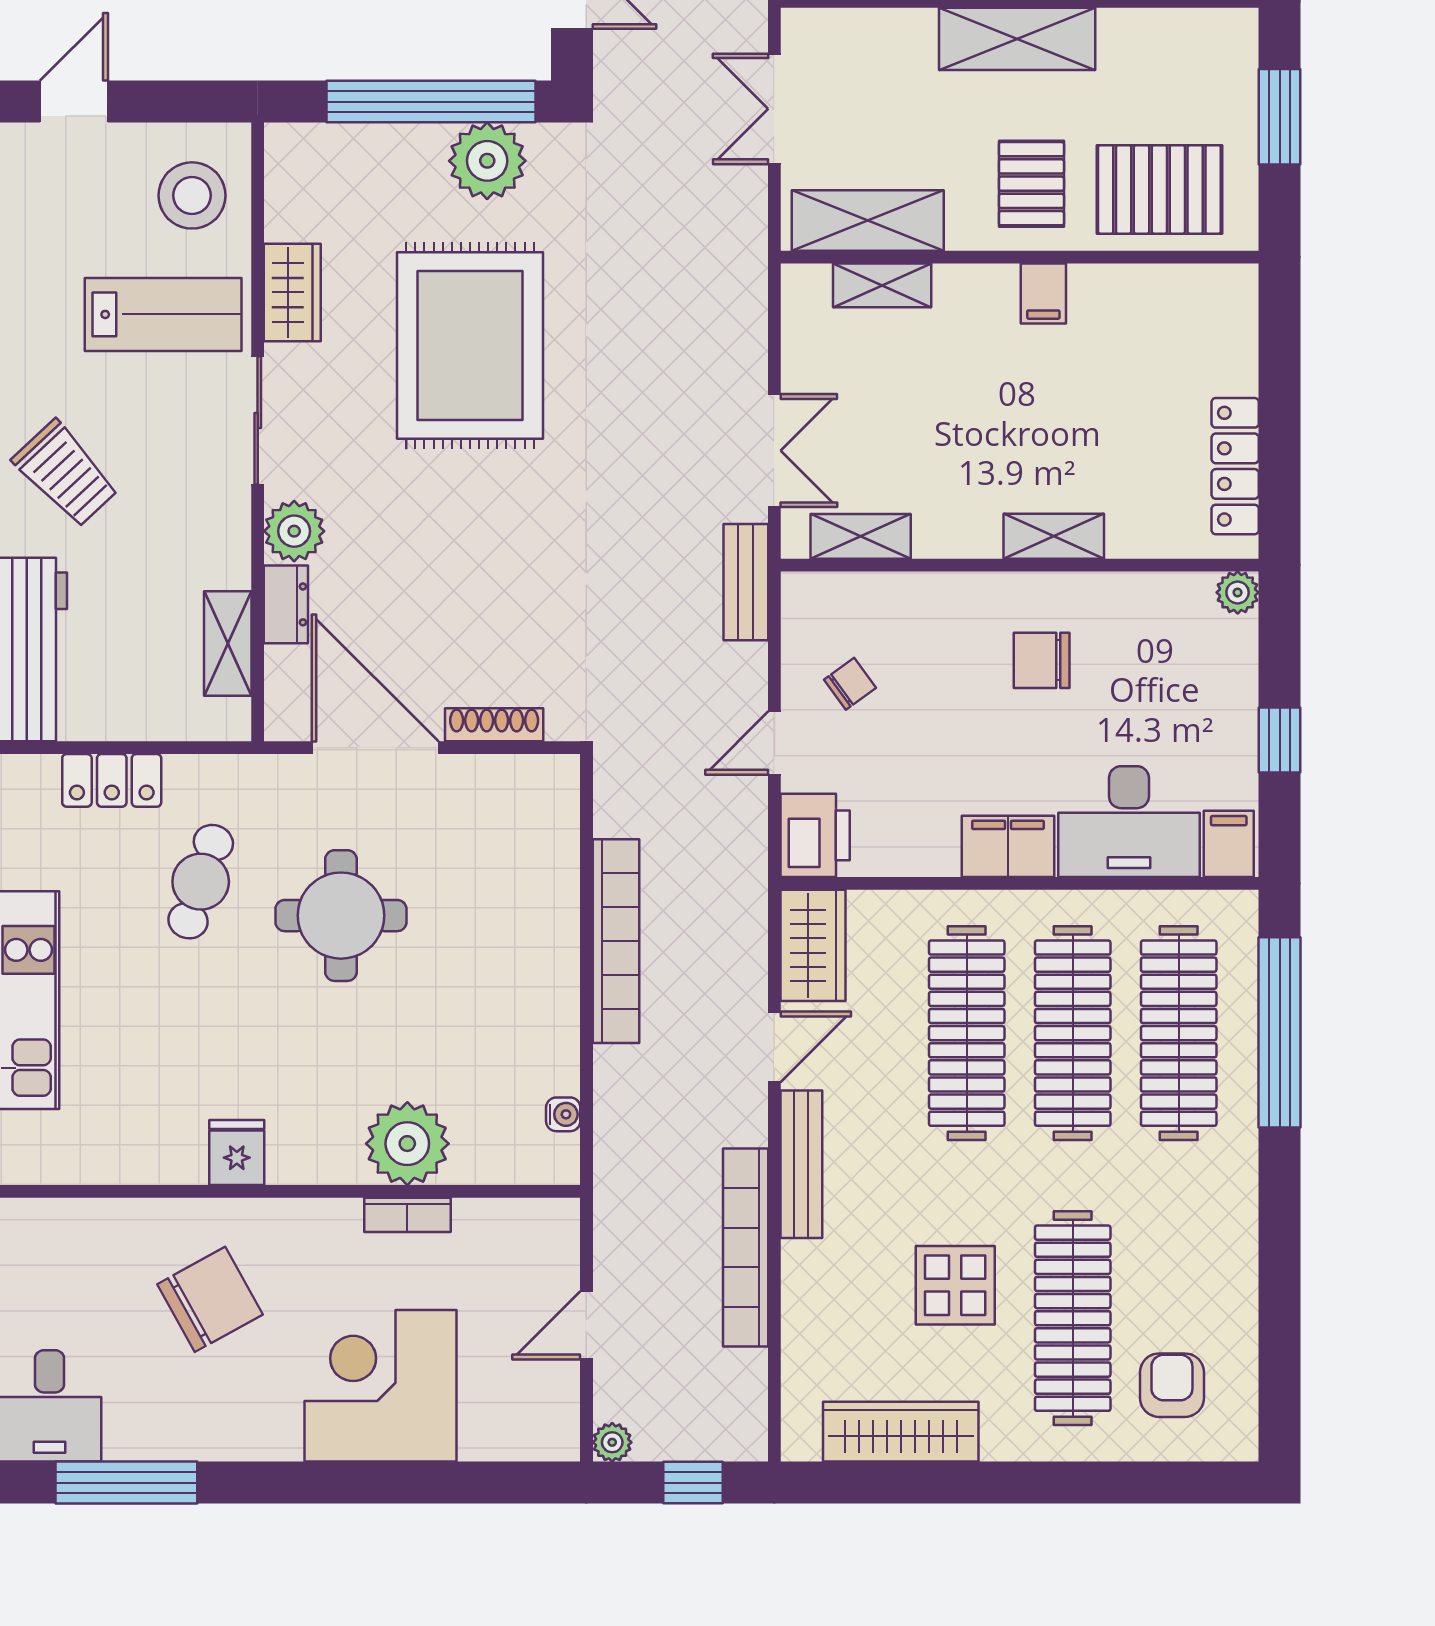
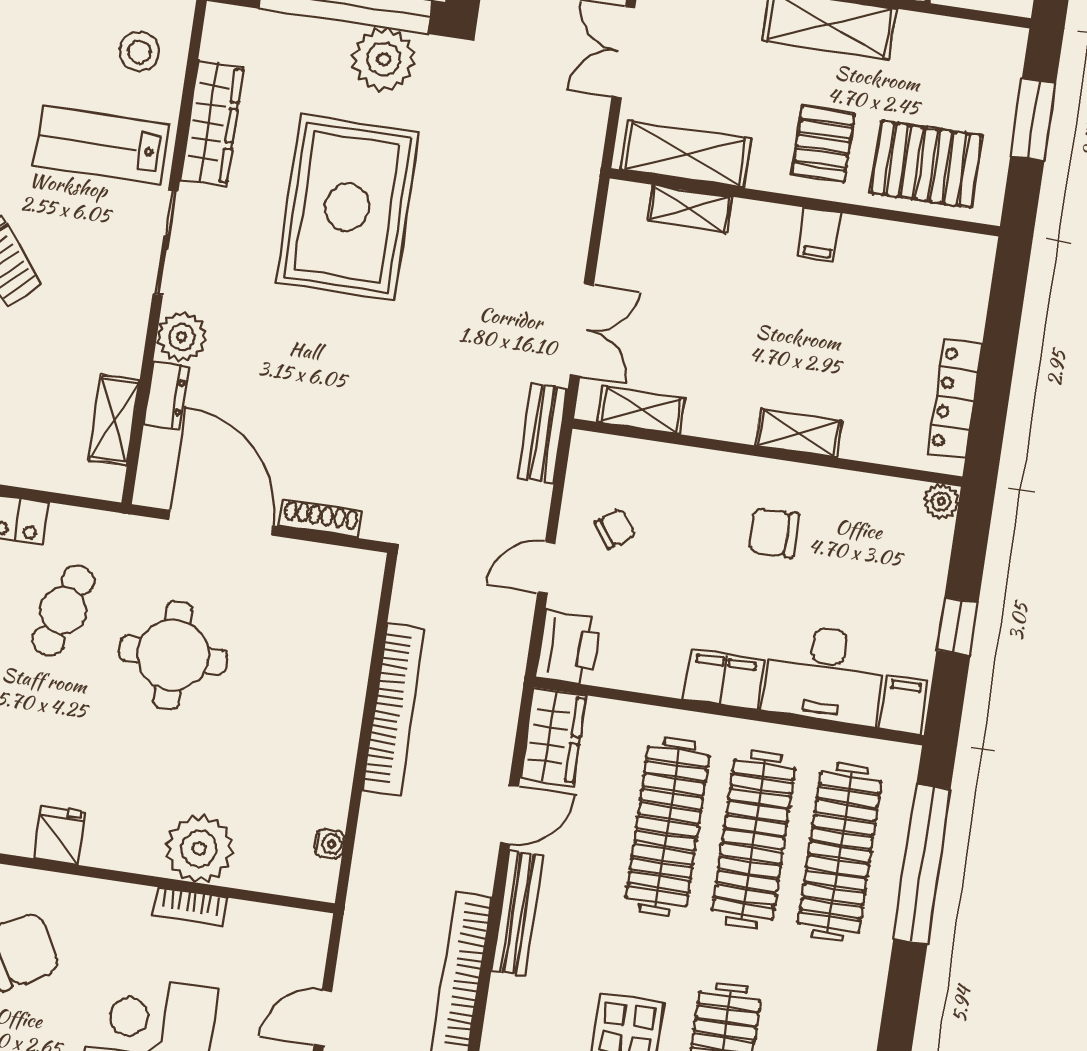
stool: (192, 195) -> (139, 52), width x0.73, depth x0.73
wardrobe: (292, 292) -> (212, 123), width x1.50
lab bench: (163, 314) -> (101, 145), turned 180

